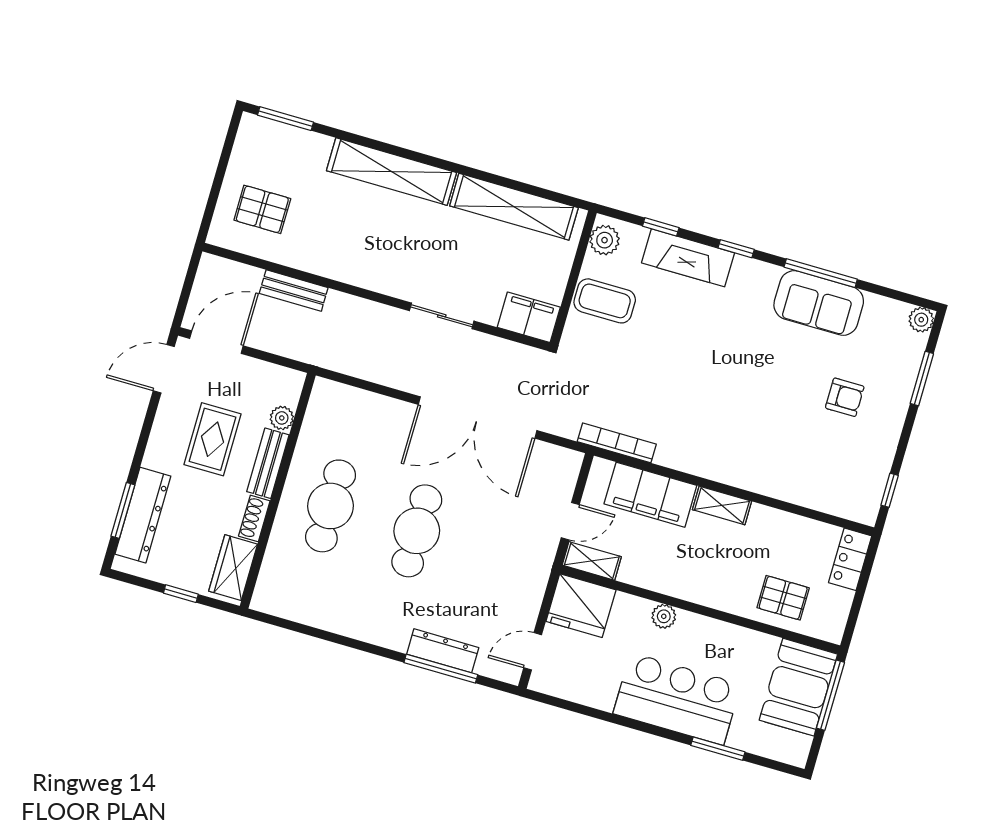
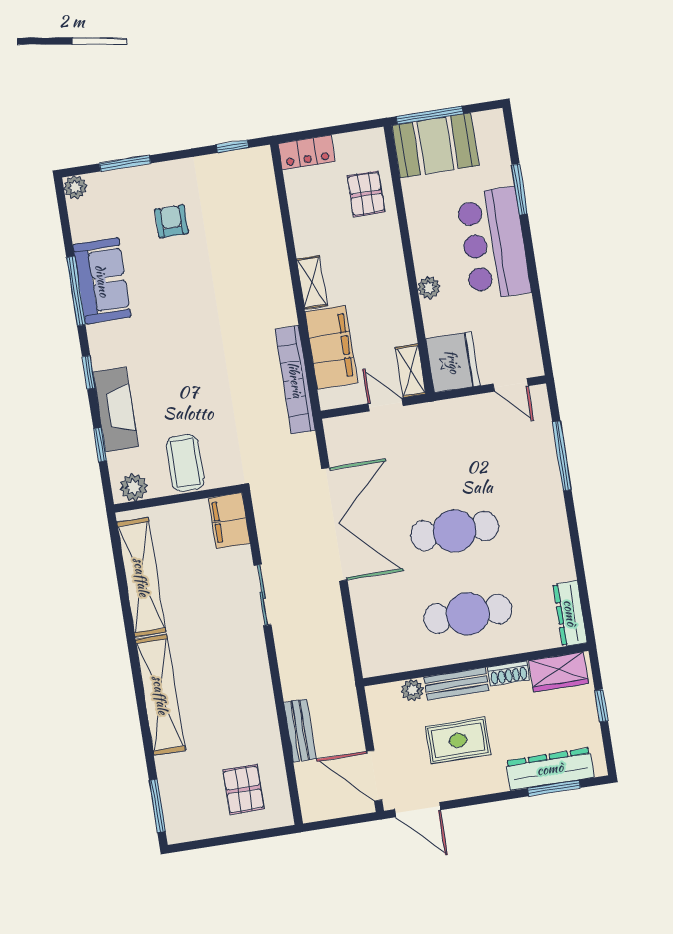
bookcase: (617, 443) -> (295, 380), width x1.48, depth x1.31
dresser: (443, 651) -> (570, 613), moved

